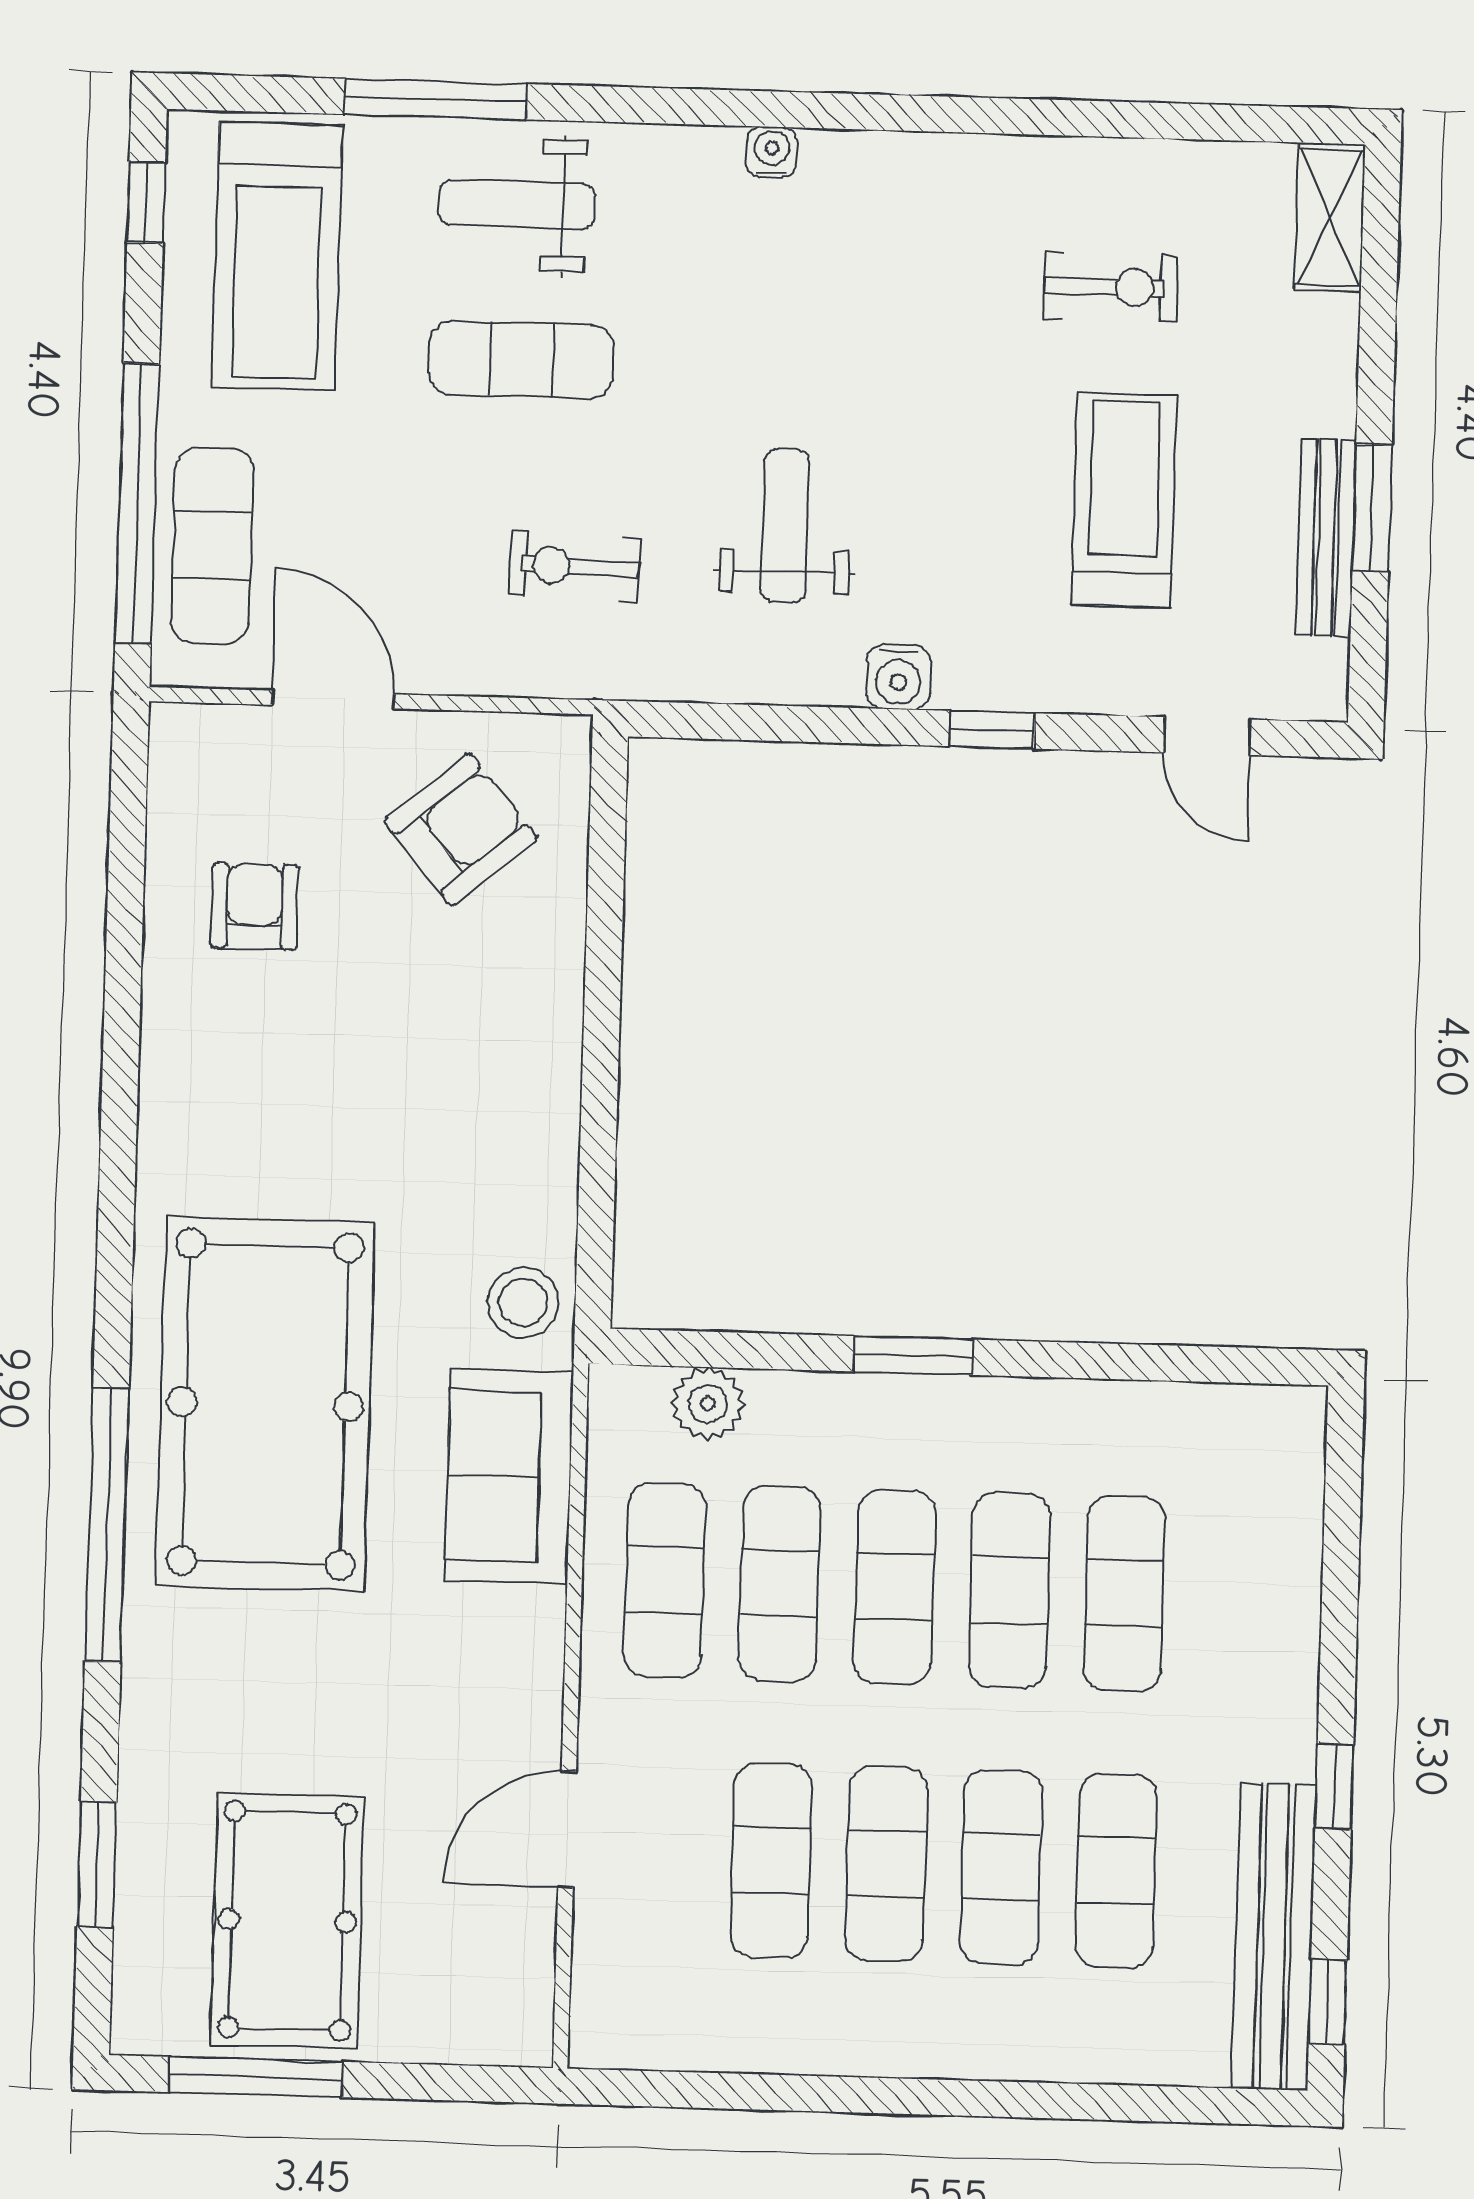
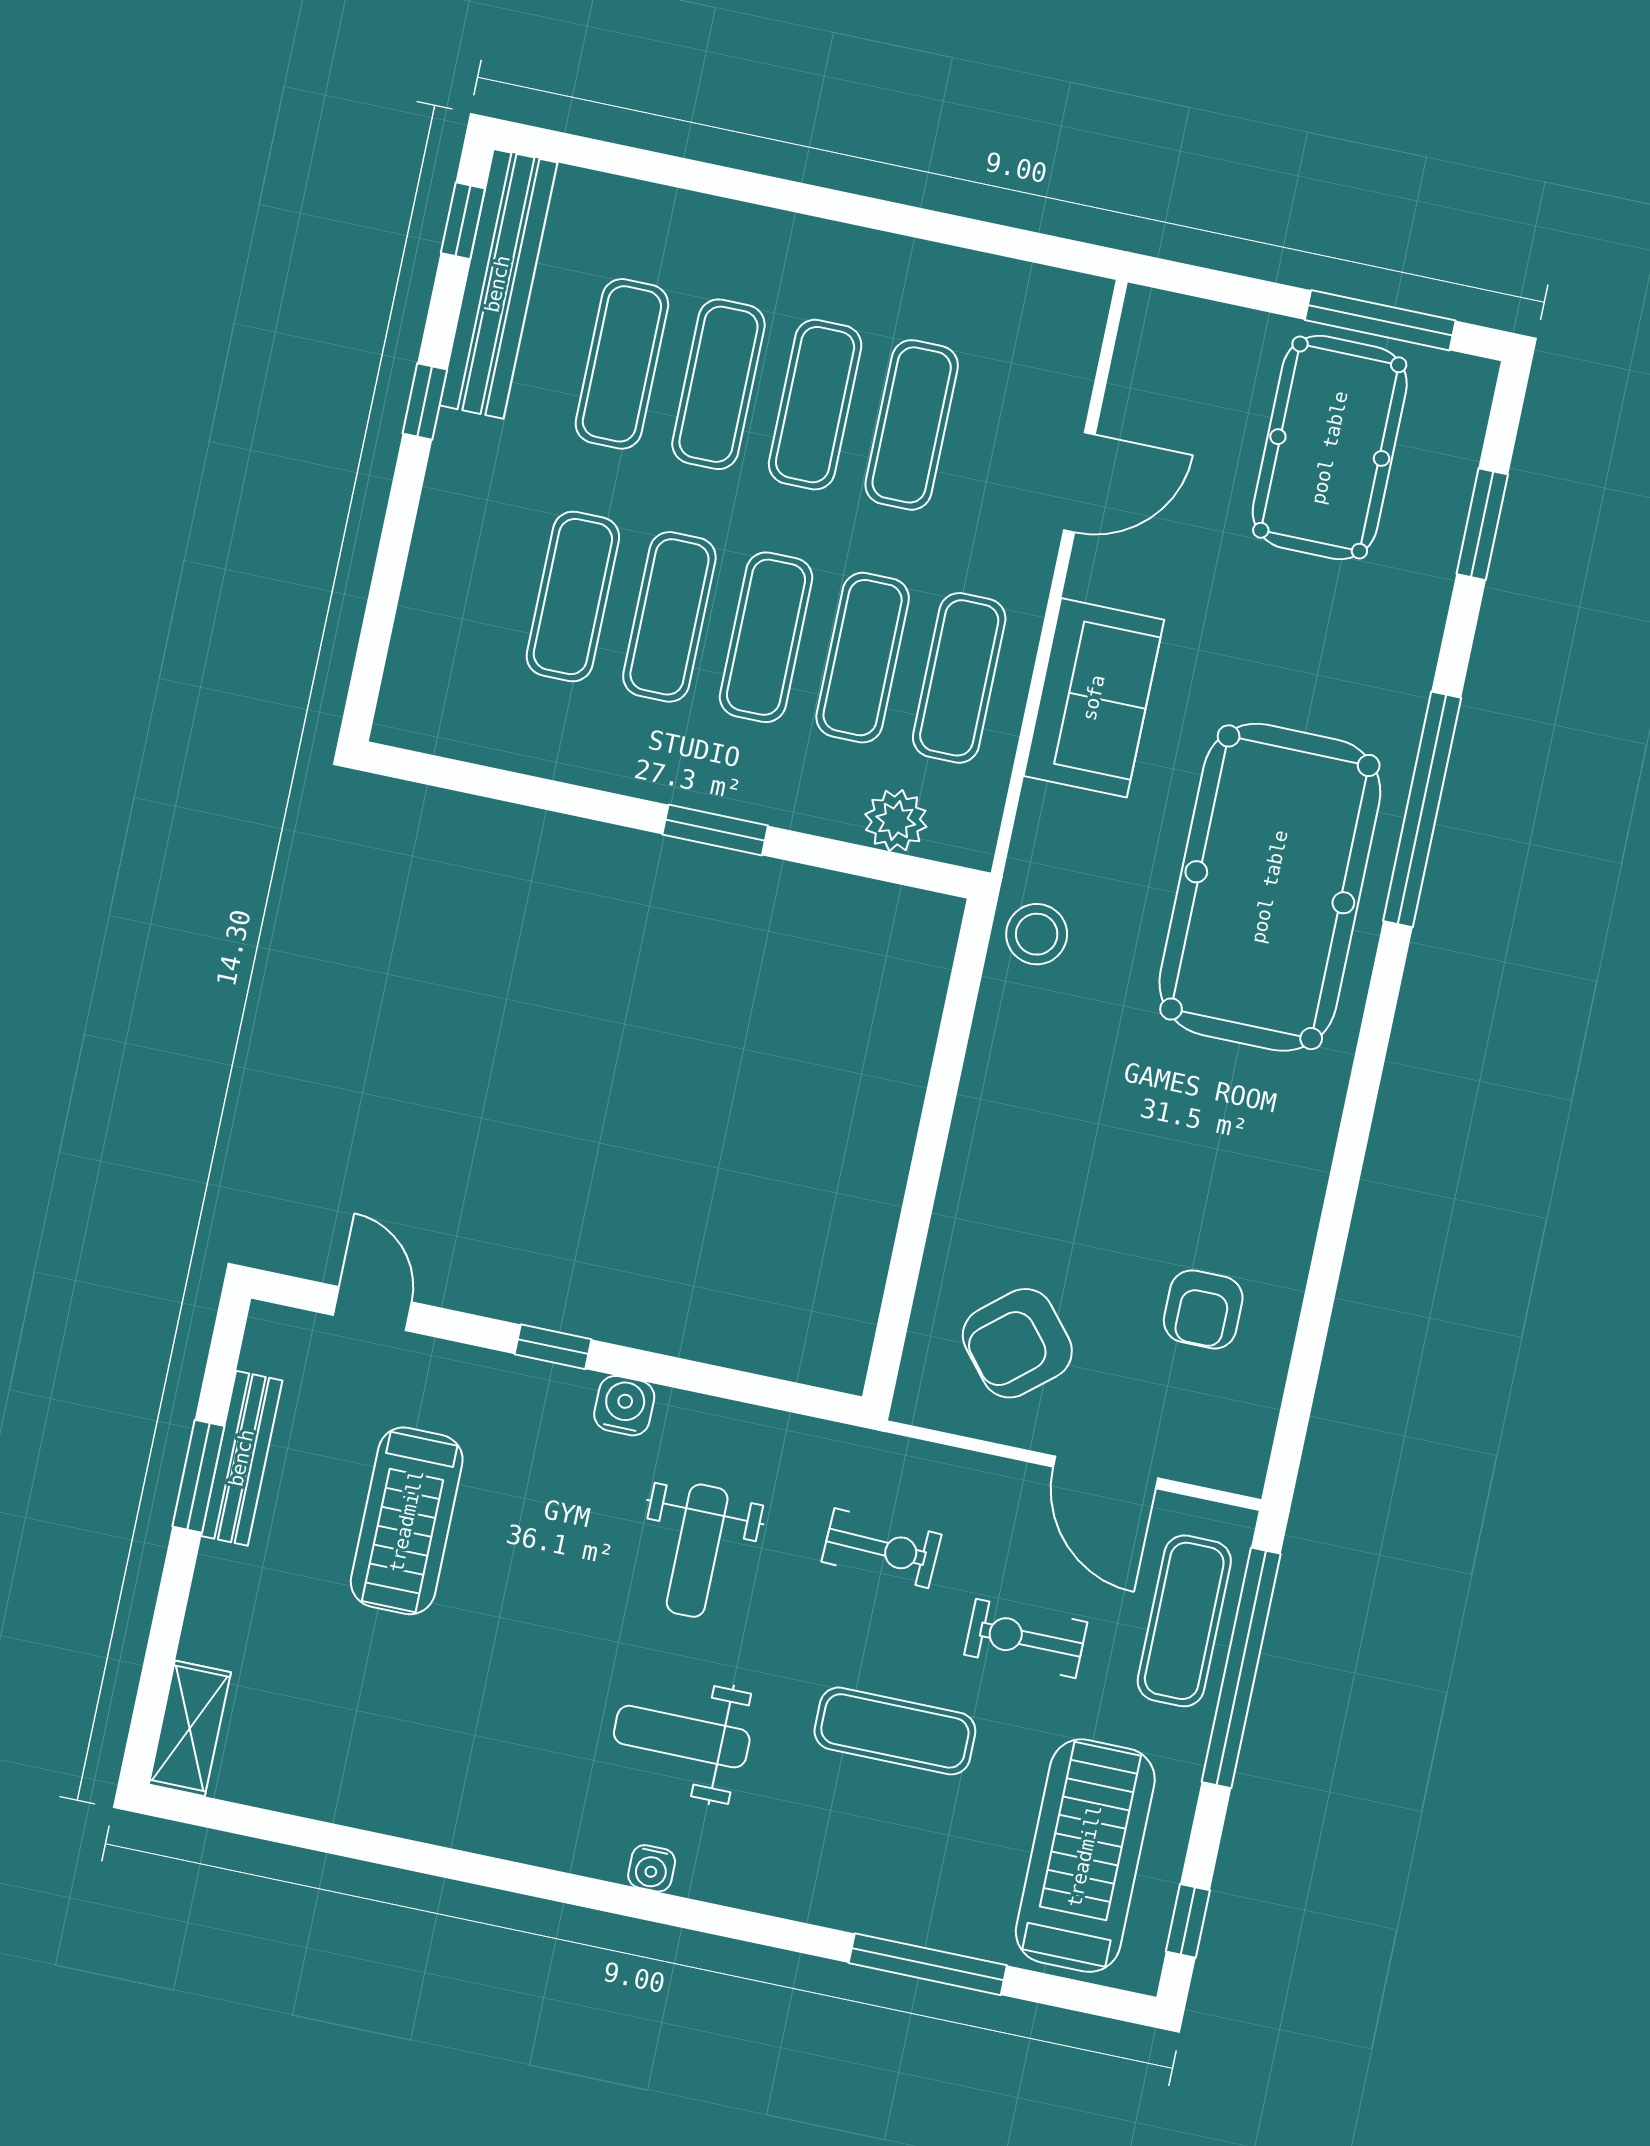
weight bench: (517, 204) -> (682, 1737), moved, turned 180
exercise bike: (1111, 287) -> (1026, 1638), moved
sofa: (509, 1476) -> (1094, 698), moved

